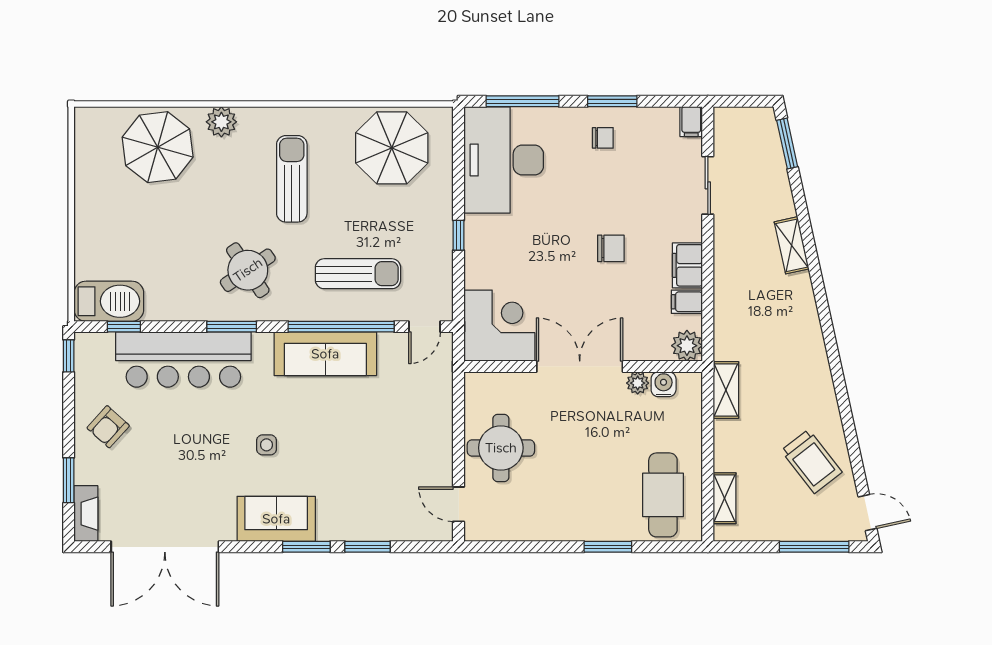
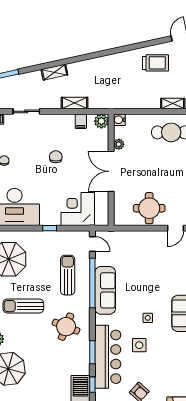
filing cabinet: (687, 265) -> (64, 121), removed
round table: (248, 270) -> (66, 327), turned -35
corner desk: (499, 326) -> (78, 209), moved
window: (232, 327) -> (92, 352), moved
water cooler: (664, 384) -> (119, 120), moved
shelving: (726, 390) -> (75, 103), moved
side table: (208, 427) -> (139, 345), added
trolley: (811, 461) -> (155, 63), turned 38

